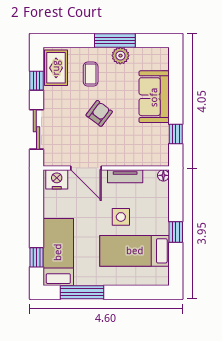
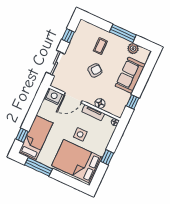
plant: (120, 56) -> (133, 49), moved
rug: (56, 68) -> (82, 34), removed
floor lamp: (129, 158) -> (100, 104), added
door: (86, 168) -> (73, 98), hinge flipped
bed: (135, 251) -> (77, 161), width x1.50

